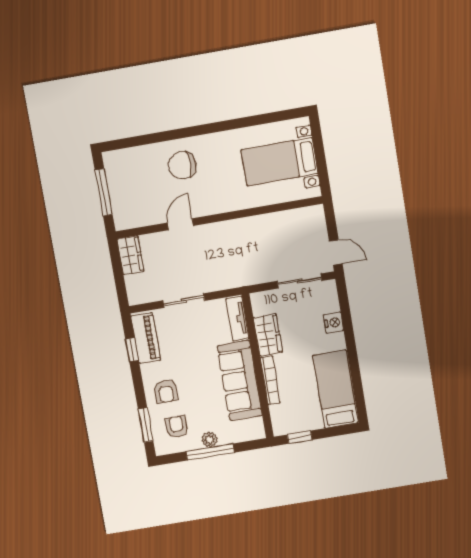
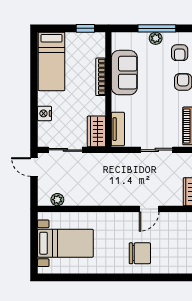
plant: (299, 216) -> (57, 200), added
wardrobe: (268, 335) -> (96, 131), moved
sofa: (240, 381) -> (124, 73), width x0.73

